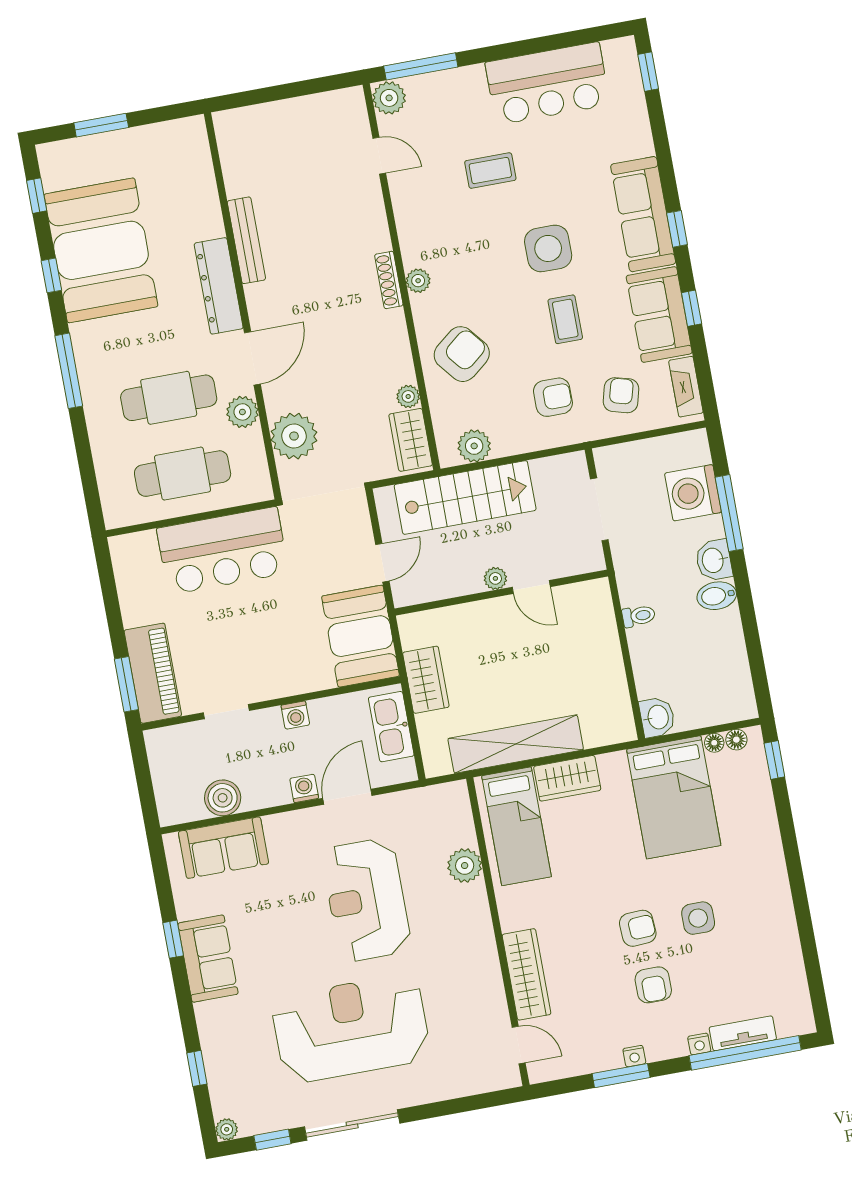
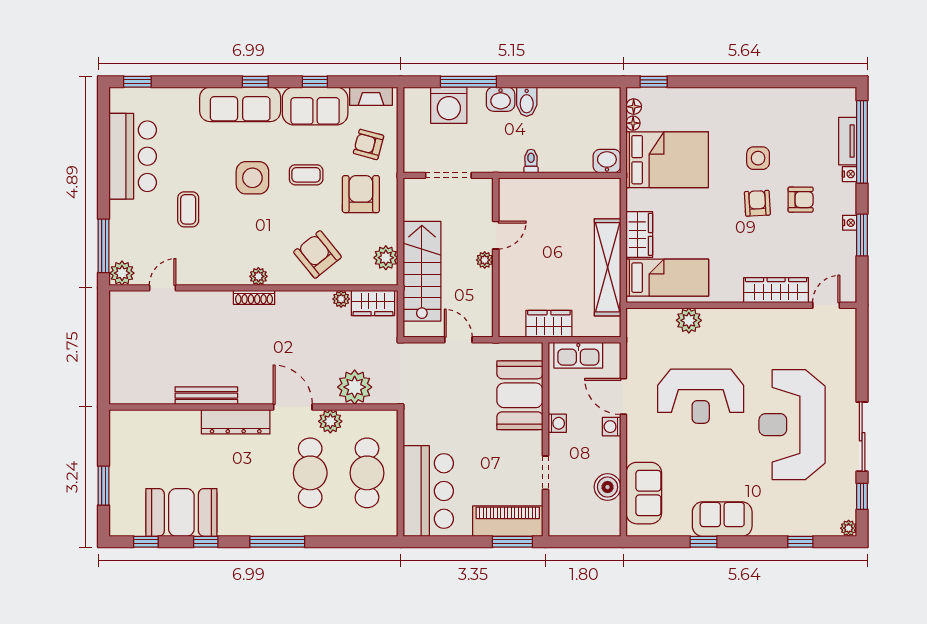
booth: (101, 250) -> (181, 512), width x0.73, depth x0.70
armchair: (553, 397) -> (361, 194), width x1.38, depth x1.38
bar counter: (223, 551) -> (428, 491), moved
booth: (361, 636) -> (520, 395), moved, turned 90

